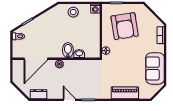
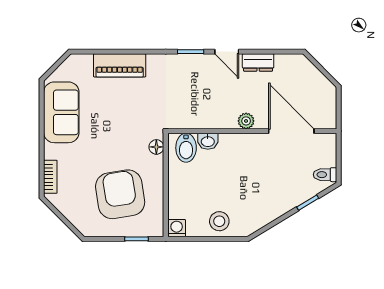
bidet: (68, 50) -> (186, 148), moved
door: (36, 59) -> (291, 131), hinge flipped
dresser: (38, 94) -> (258, 63), moved

